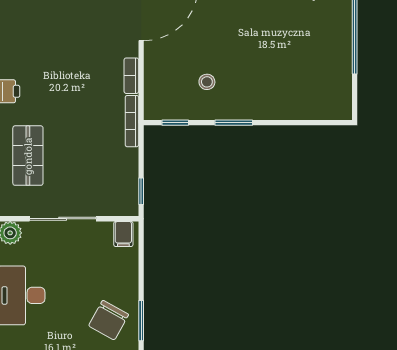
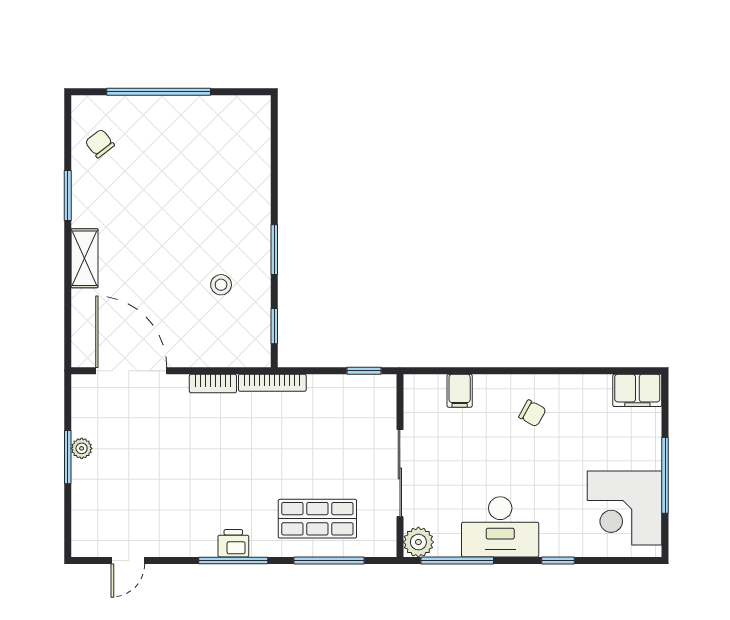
filing cabinet: (123, 234) -> (460, 391), moved, turned 90
chair: (109, 320) -> (532, 413), width x0.54, depth x0.54
window: (141, 321) -> (533, 371), removed

